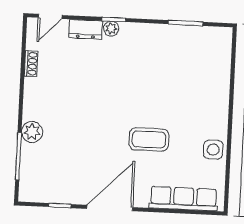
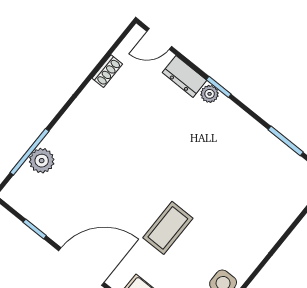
plant: (32, 132) -> (42, 161), moved
coffee table: (149, 139) -> (168, 228), turned 90

